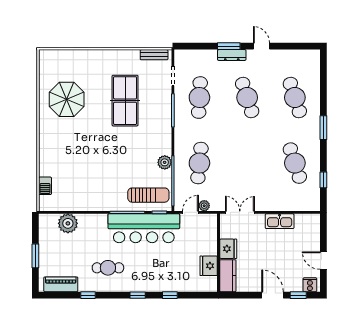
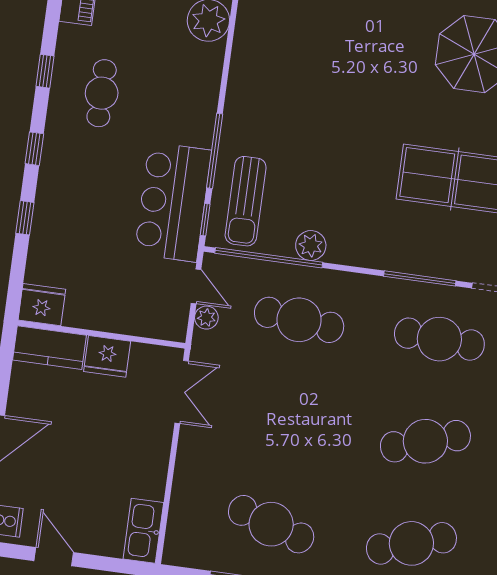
cafe table: (295, 163) -> (271, 524), turned 36
kitchen sink: (280, 221) -> (143, 531), moved
bar counter: (144, 228) -> (173, 202), width x0.73
door: (323, 261) -> (54, 557), hinge flipped
fridge: (209, 266) -> (42, 305), moved
window: (88, 295) -> (45, 71), moved

